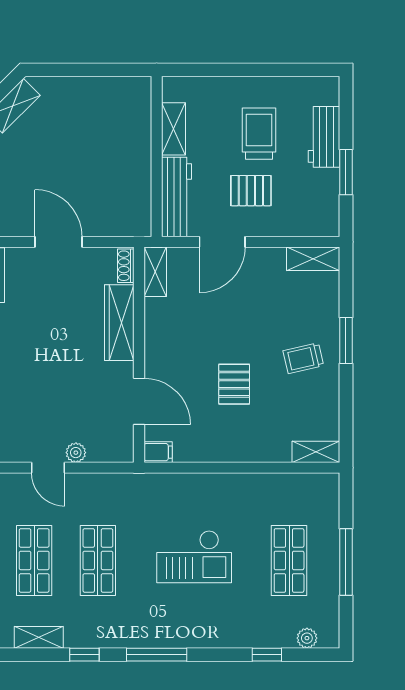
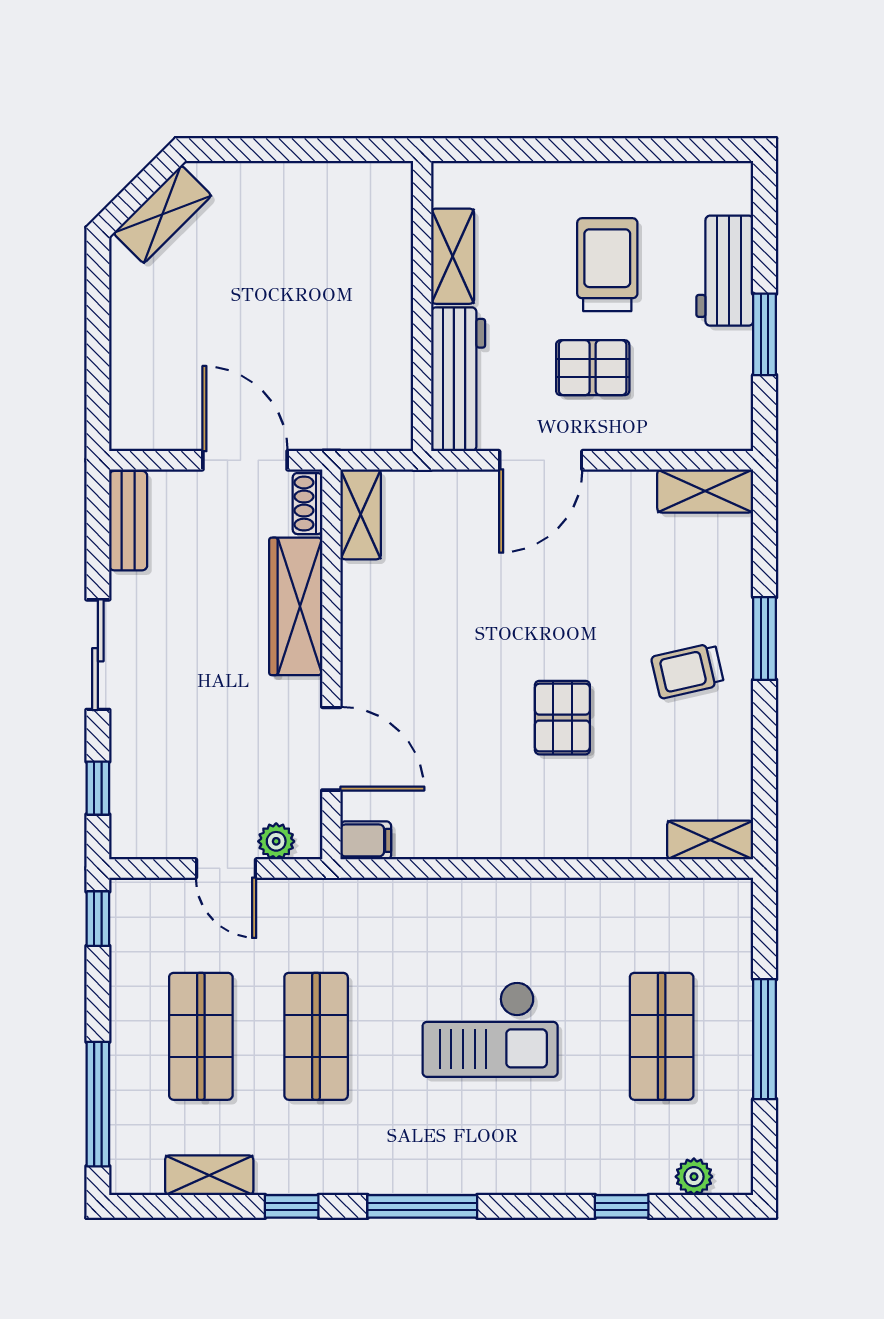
shoe rack: (126, 266) -> (308, 504), moved
shelving: (155, 272) -> (361, 514), moved
wardrobe: (119, 323) -> (296, 606), moved
wall: (139, 355) -> (331, 664), moved
door: (139, 401) -> (331, 749), moved
filing cabinet: (158, 452) -> (366, 840), moved

